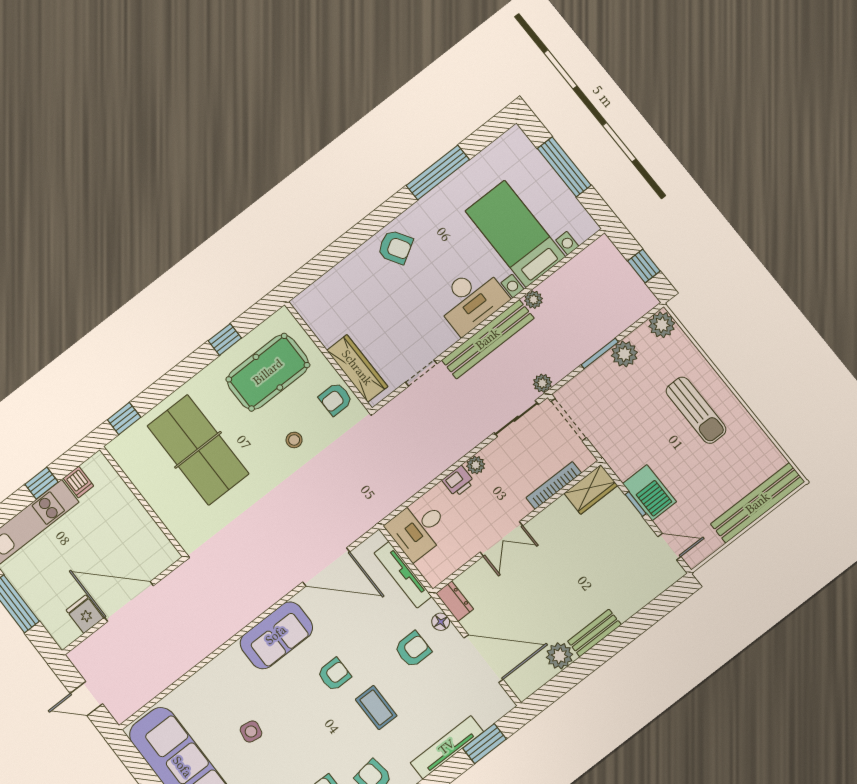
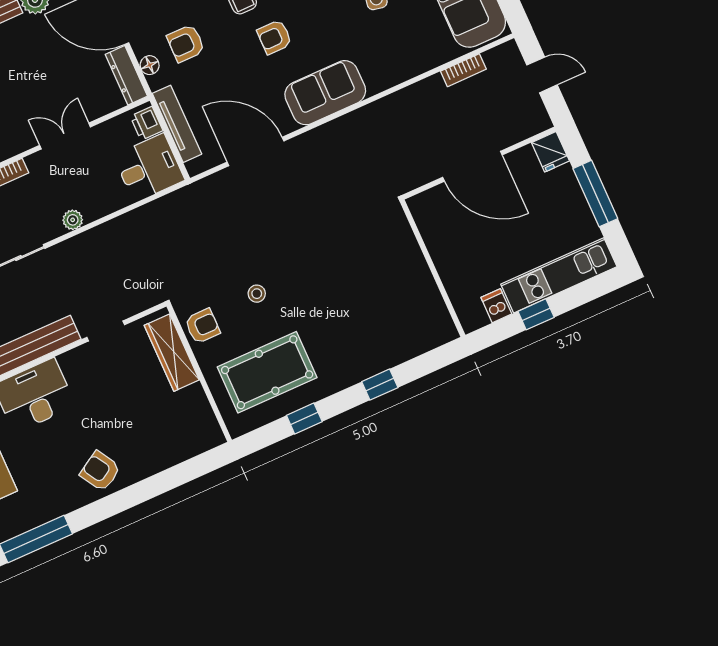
window: (124, 418) -> (380, 385), moved
table tennis table: (198, 450) -> (361, 308), removed
printer: (458, 481) -> (146, 123), moved, turned -90
dresser: (455, 601) -> (126, 75), width x1.44
fridge: (85, 614) -> (550, 152), moved
bookcase: (157, 686) -> (463, 70), added

